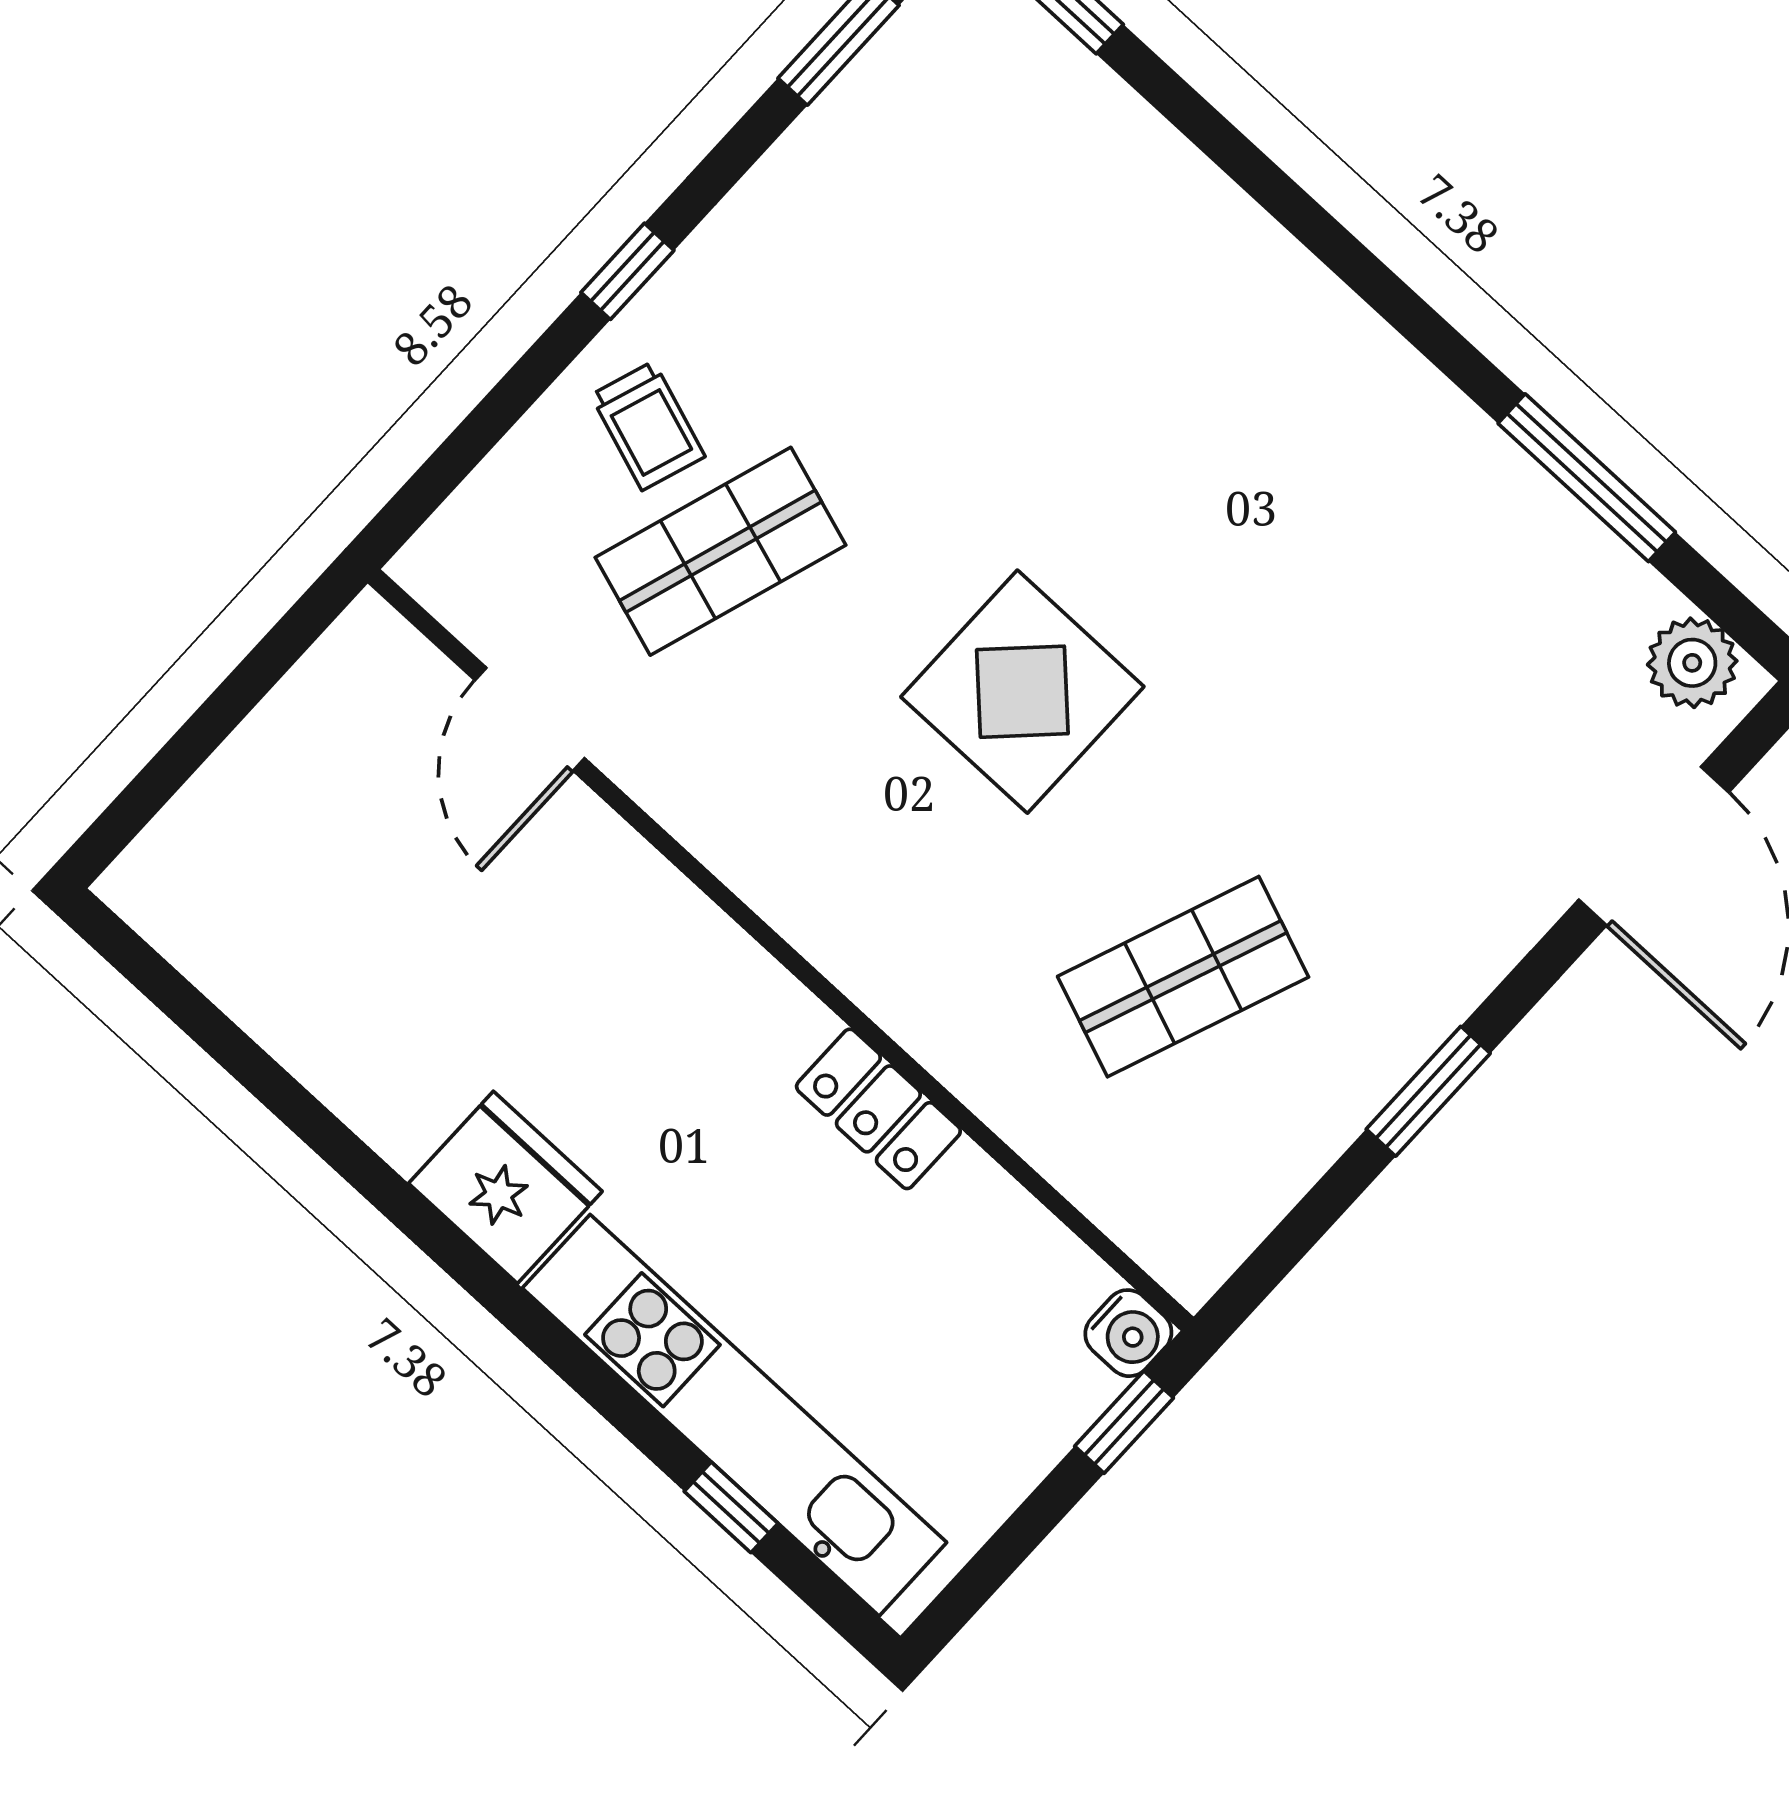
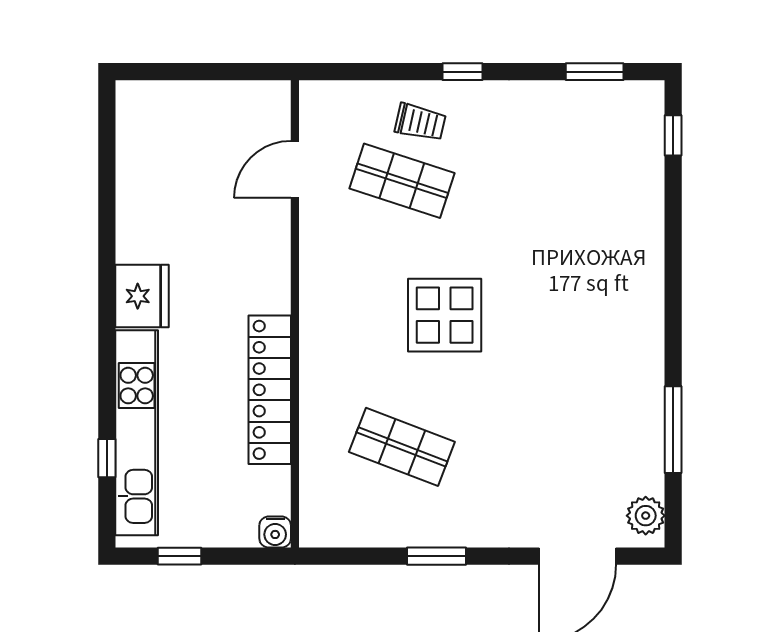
trolley: (648, 426) -> (420, 122), turned -96
locker: (878, 1109) -> (270, 390), width x2.16, depth x1.21
window: (1124, 1422) -> (179, 556), moved

